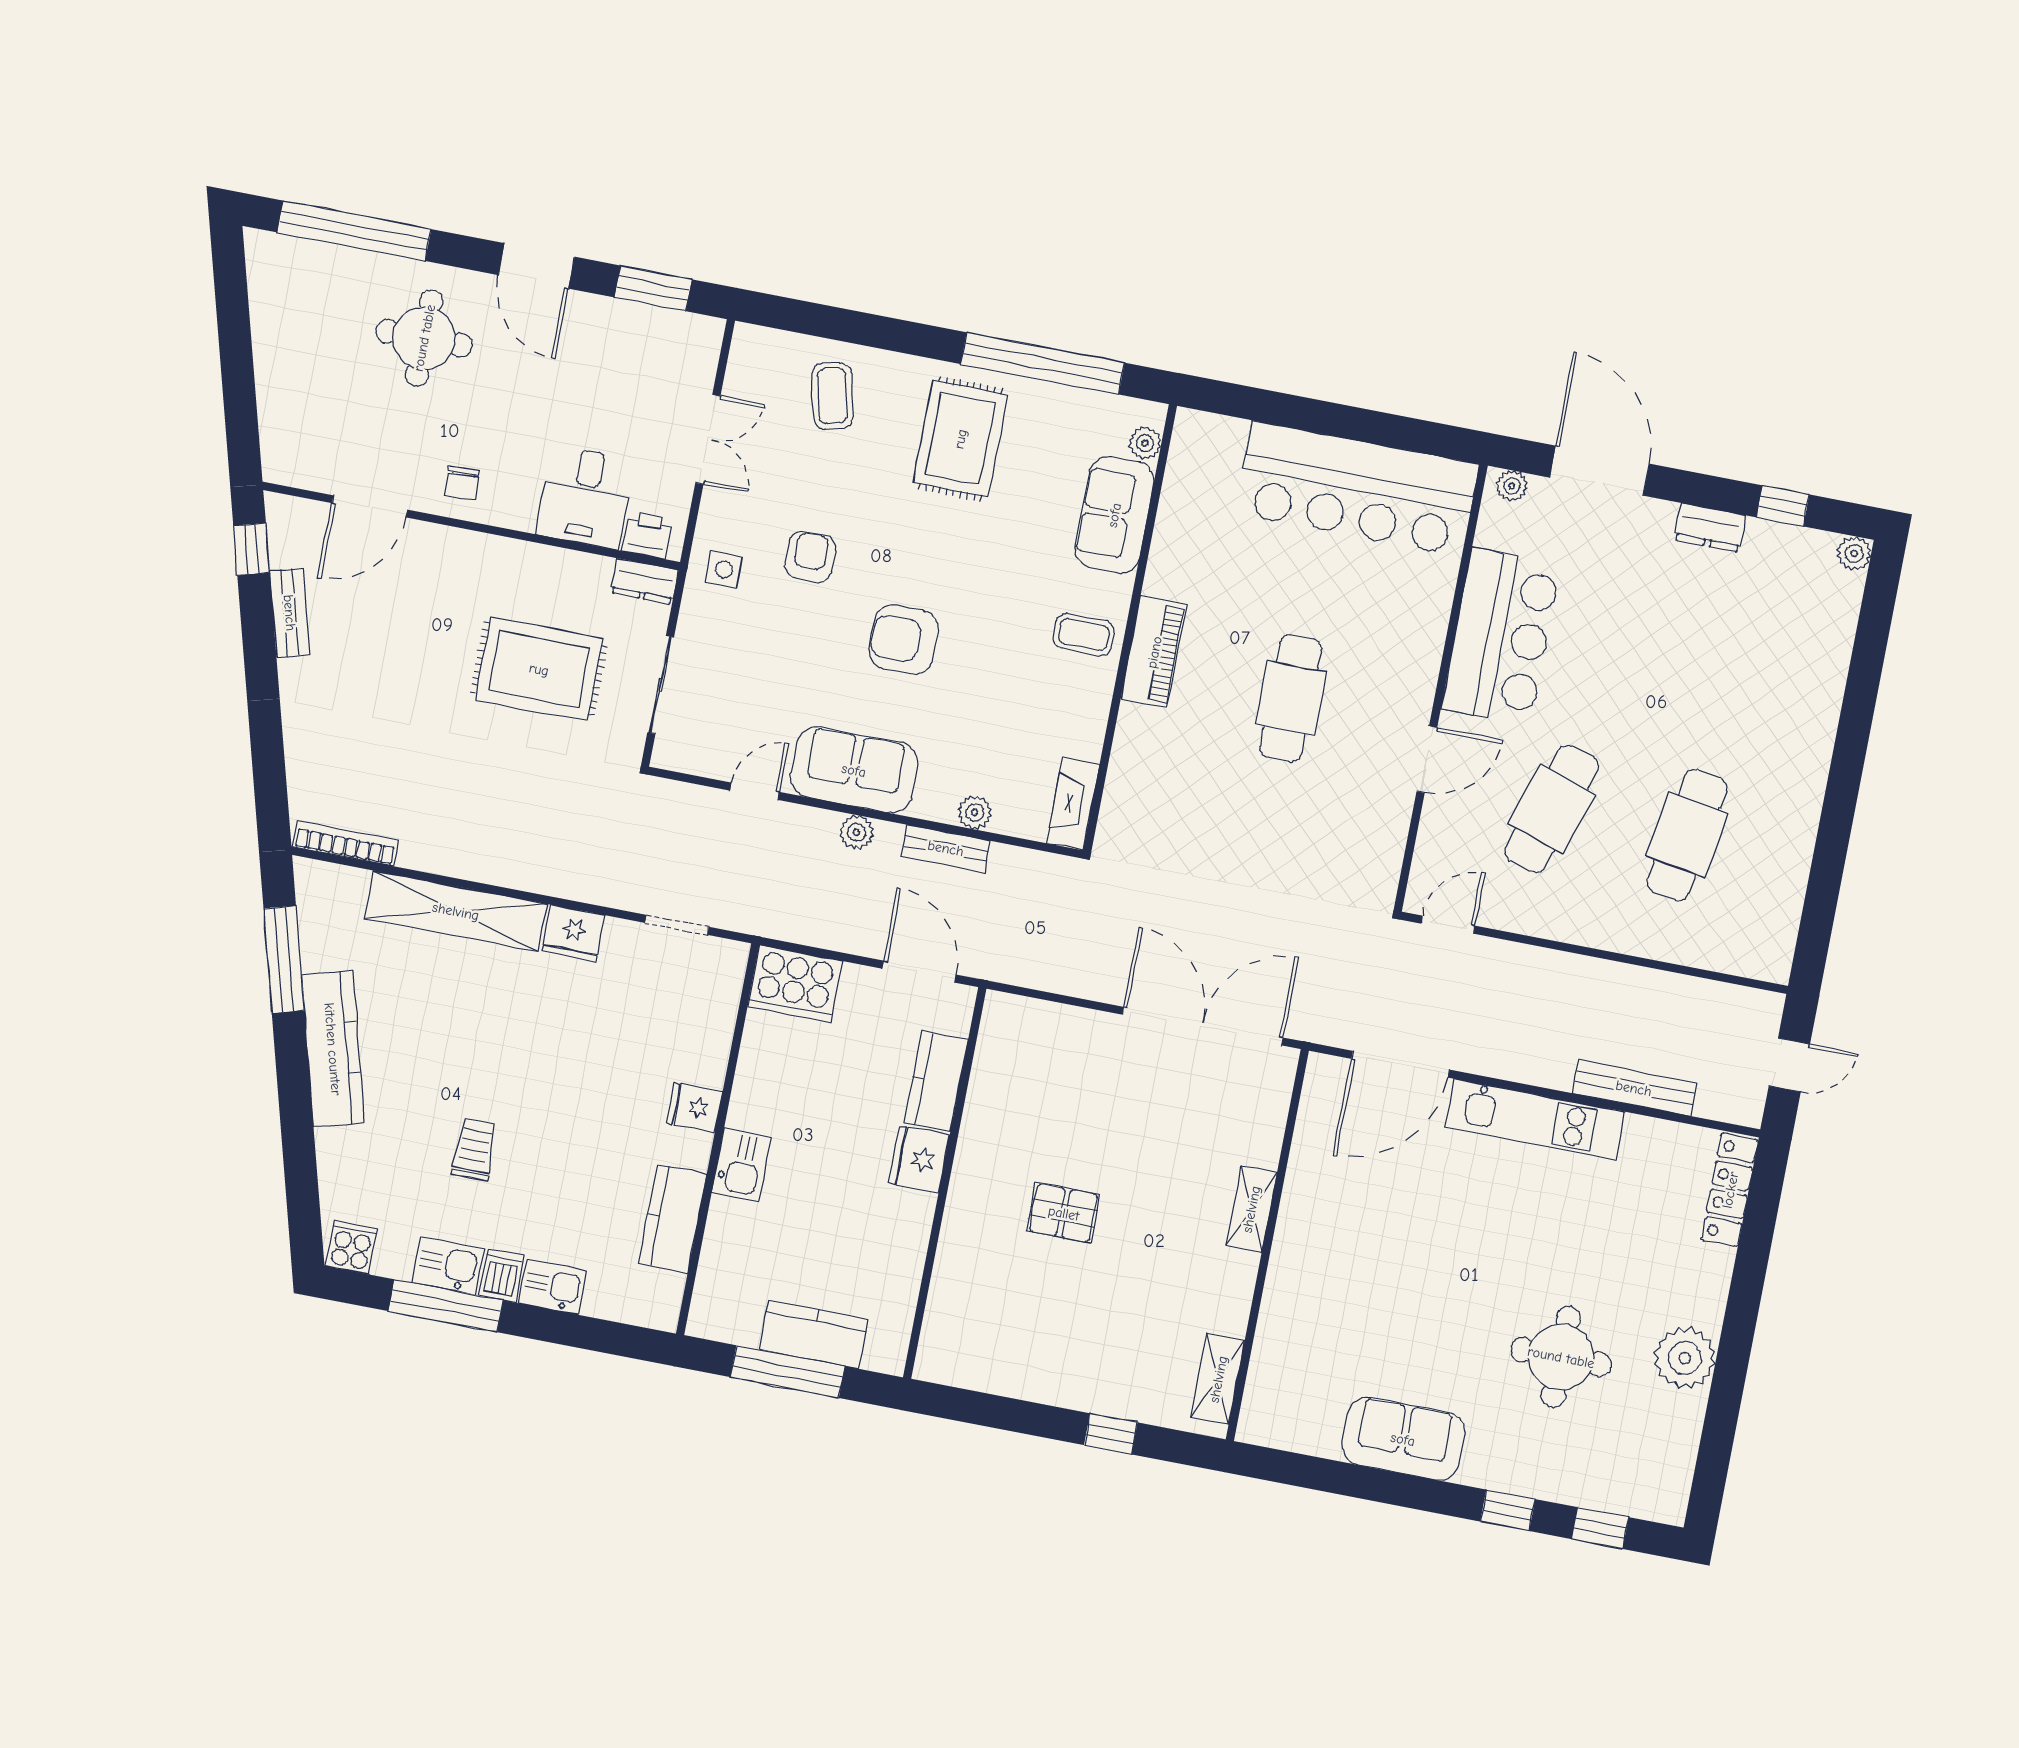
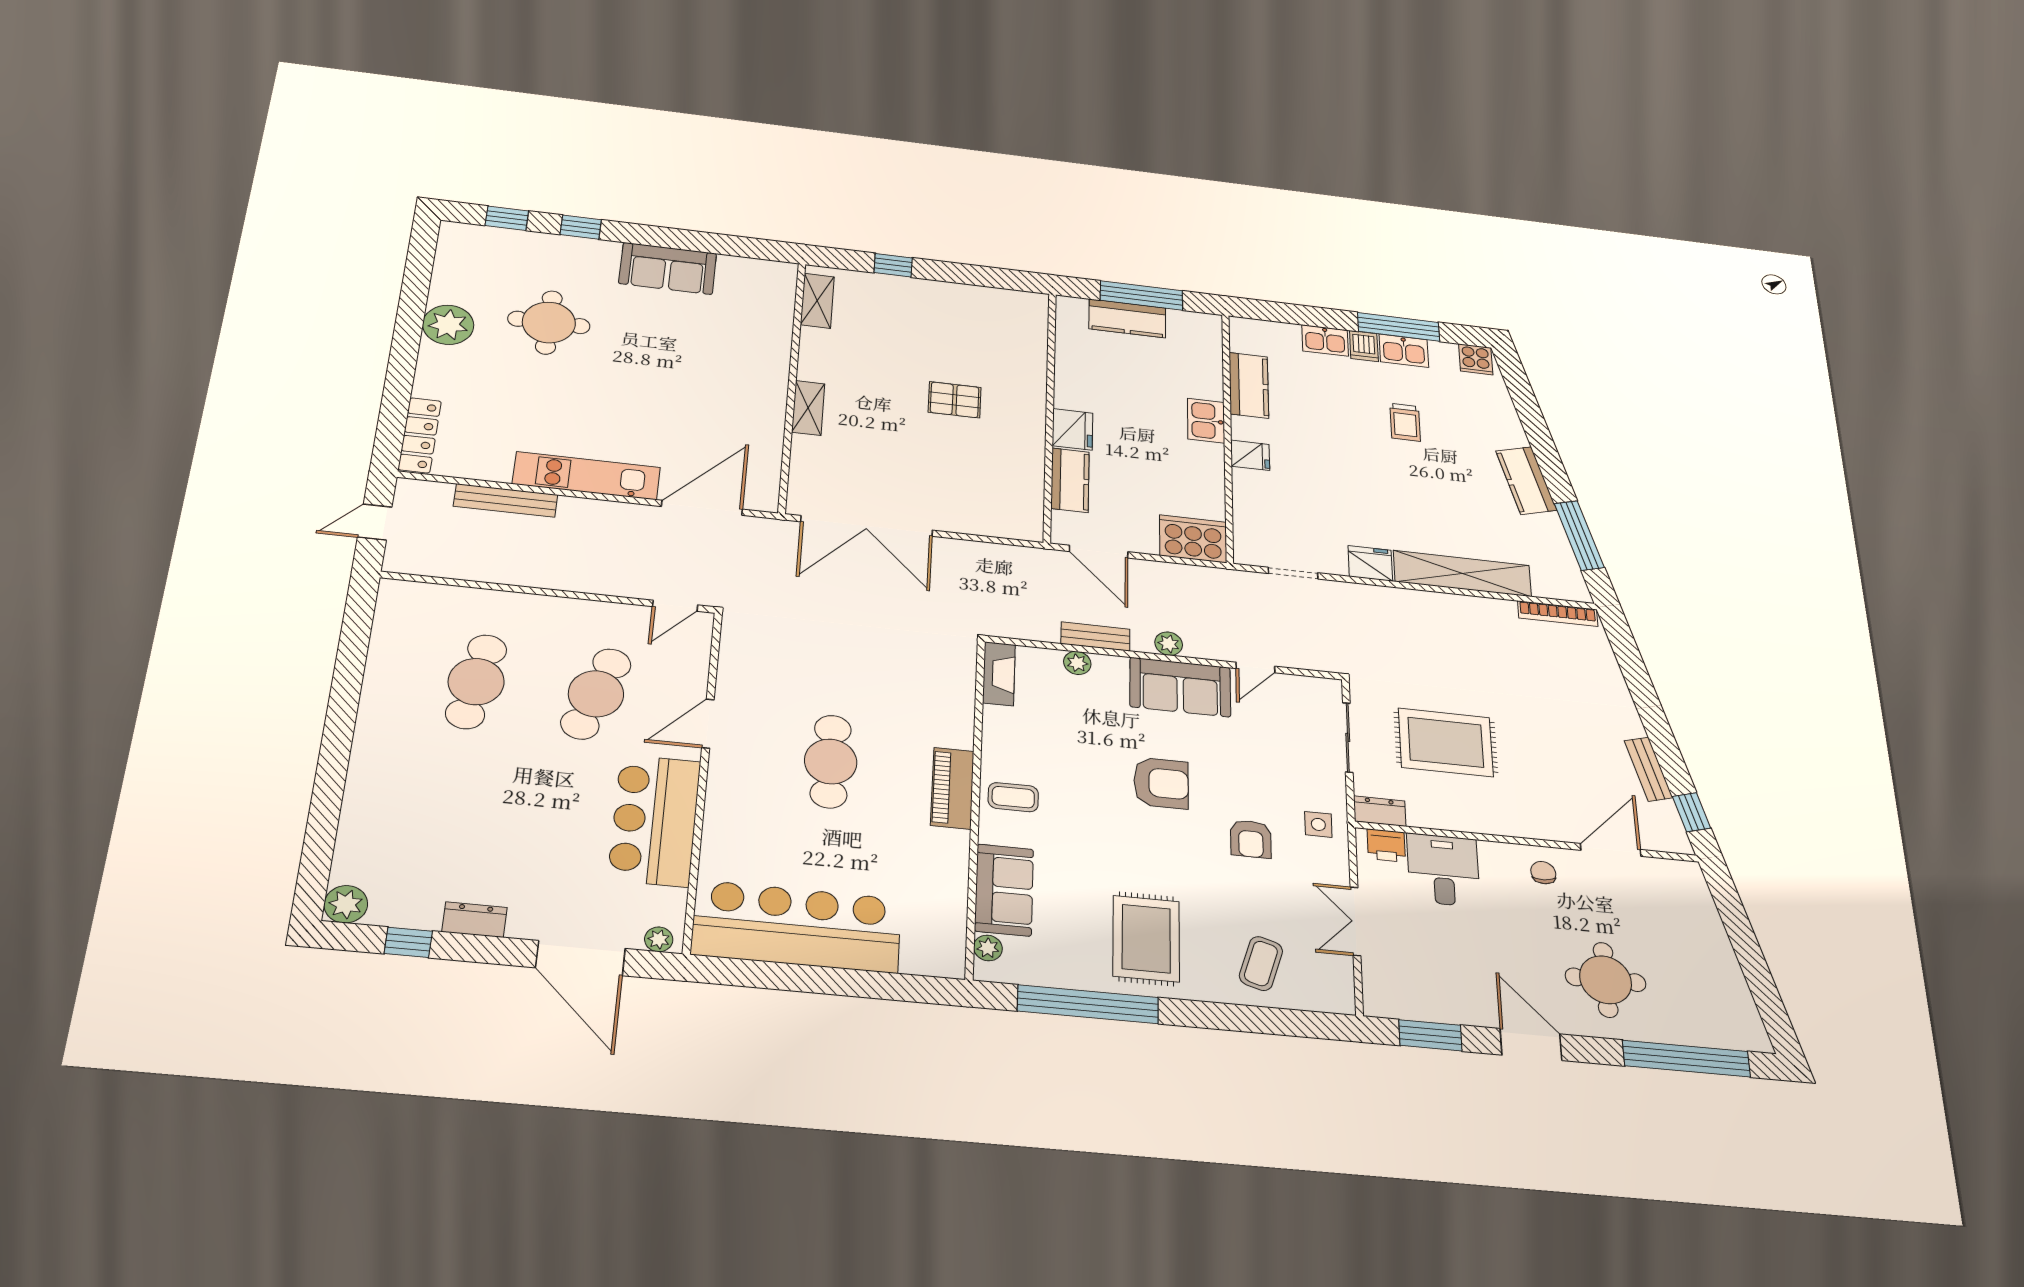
coffee table: (832, 396) -> (1261, 963), turned 30
plant: (1854, 553) -> (346, 904), width x1.38, depth x1.38
kitchen counter: (333, 1049) -> (1526, 480), width x0.67

